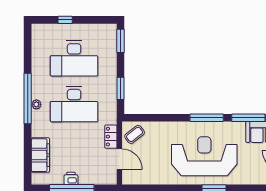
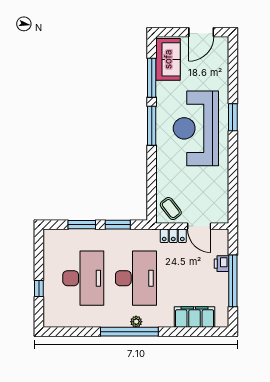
window: (121, 41) -> (82, 225), moved
door: (119, 159) -> (199, 226), swing flipped
printer: (71, 178) -> (221, 264), moved

